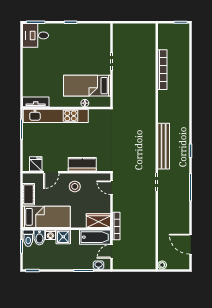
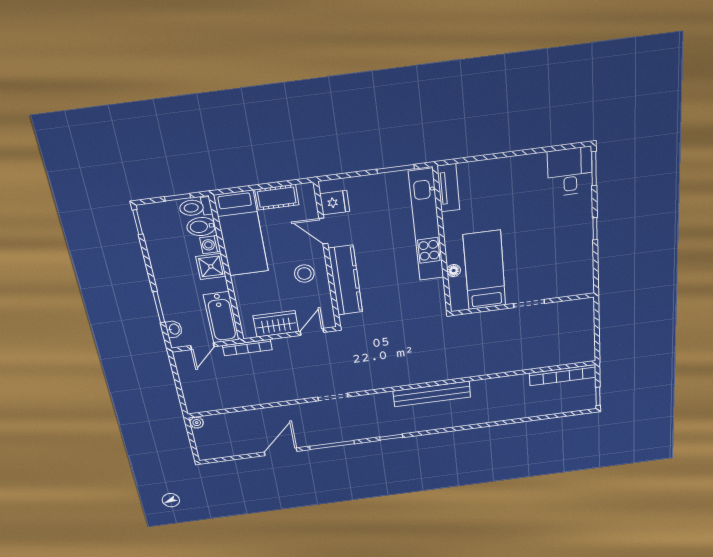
bookcase: (162, 70) -> (563, 375), moved
bench: (164, 146) -> (432, 394), moved
kitchen counter: (82, 164) -> (346, 280), width x1.50
wardrobe: (98, 221) -> (276, 324), moved, turned -90
door: (191, 244) -> (281, 452), moved
door: (112, 251) -> (202, 346), swing flipped

